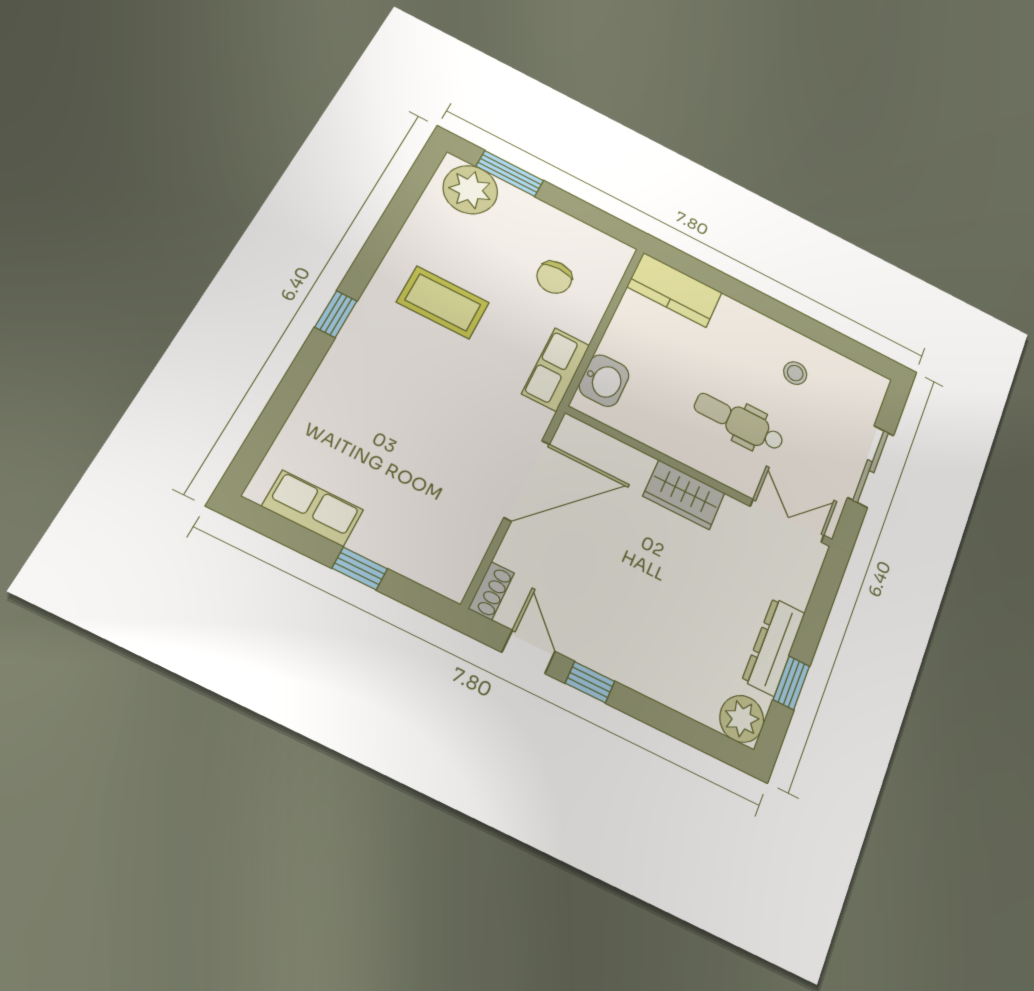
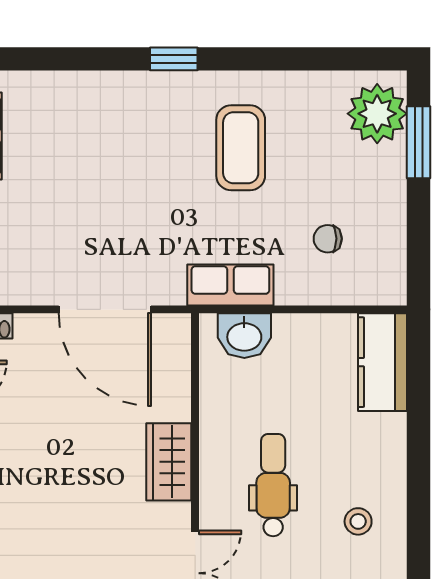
chair: (554, 277) -> (328, 239), width x0.73, depth x0.73

